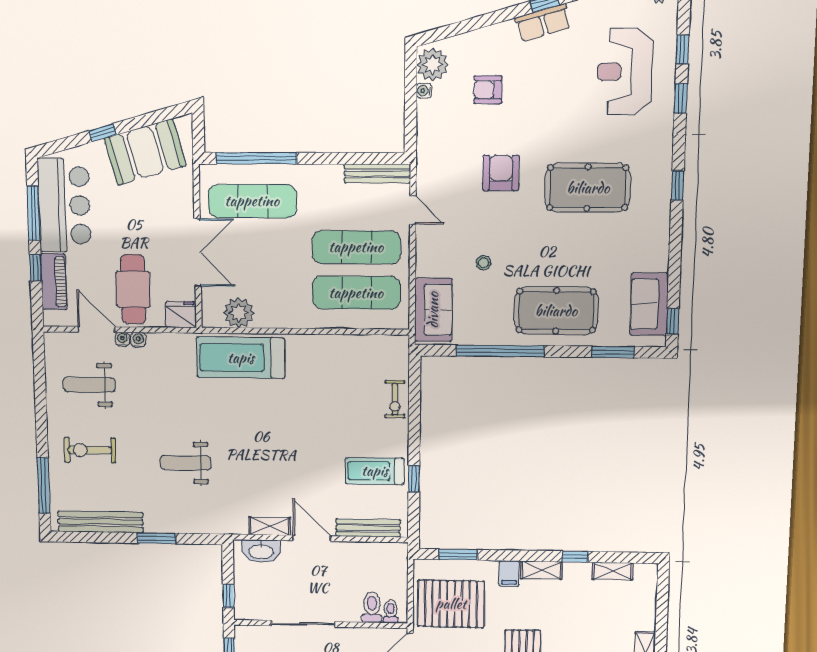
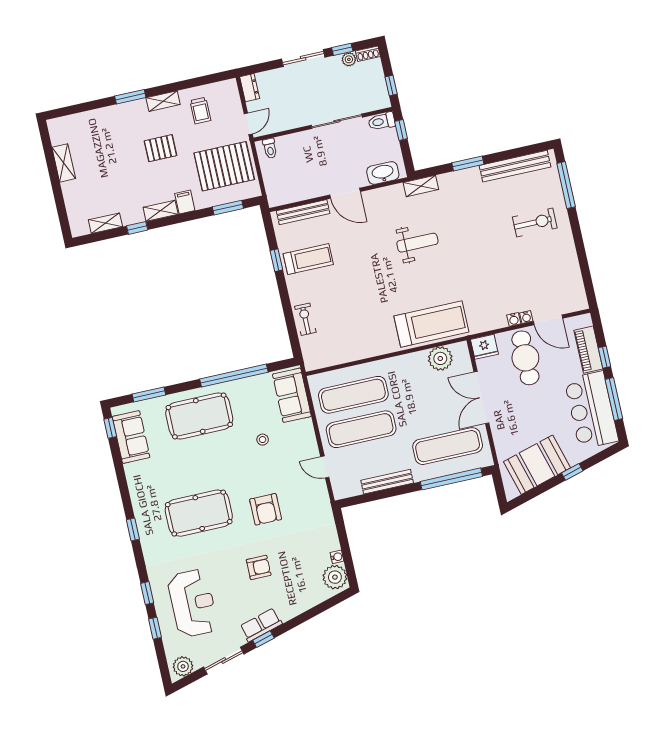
armchair: (488, 90) -> (259, 567), moved
bench: (377, 173) -> (387, 482), moved
weight bench: (89, 385) -> (545, 275), removed
weight bench: (186, 463) -> (417, 243), moved
shelving: (270, 526) -> (421, 186), moved
toilet: (372, 608) -> (382, 121), moved, turned 90

